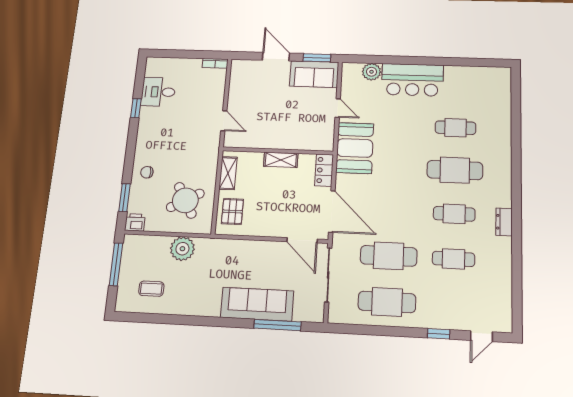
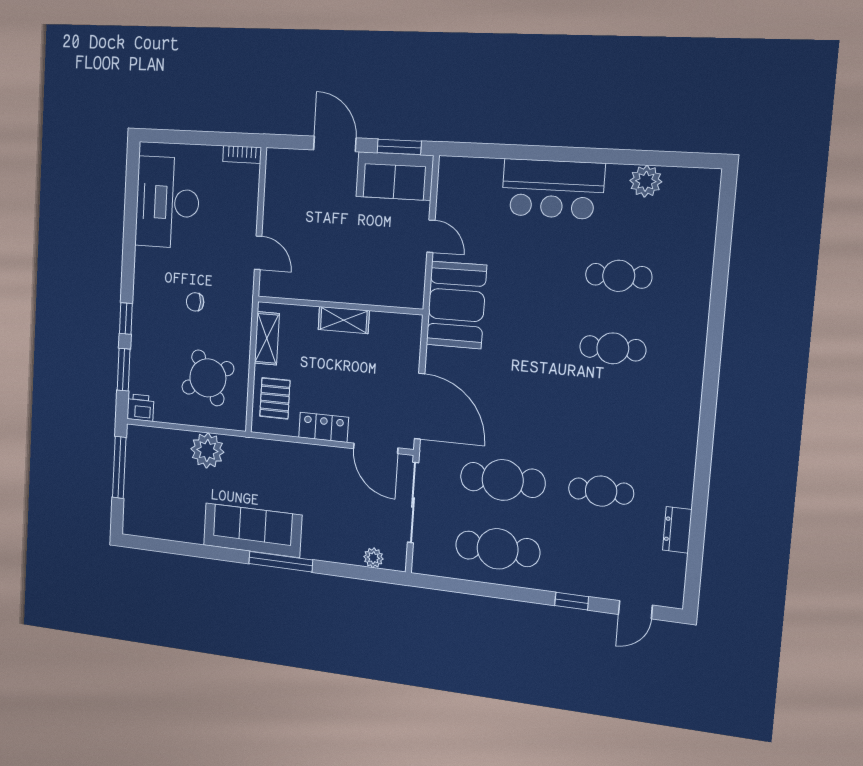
plant: (372, 72) -> (646, 181), moved
desk: (158, 92) -> (167, 202), width x1.87, depth x1.30
window: (136, 108) -> (126, 319), moved
locker: (324, 170) -> (324, 427), moved, turned 90
cafe table: (455, 170) -> (613, 348), width x0.73, depth x0.74
chair: (147, 172) -> (195, 302), moved
cafe table: (454, 214) -> (607, 420), removed
dresser: (504, 222) -> (677, 530), moved
coffee table: (151, 289) -> (168, 505), removed
sofa: (257, 304) -> (252, 530), moved
plant: (301, 315) -> (373, 558), added
window: (277, 325) -> (281, 562), moved

